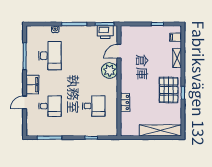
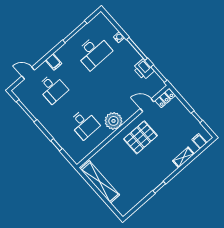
printer: (105, 32) -> (143, 69), moved
plant: (109, 70) -> (113, 121), moved
filing cabinet: (32, 85) -> (54, 62), width x0.50
pallet: (169, 90) -> (140, 137), moved
door: (25, 102) -> (28, 73), moved
locker: (125, 102) -> (165, 98), moved
shelving: (160, 130) -> (100, 182), moved

